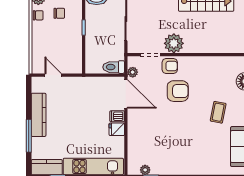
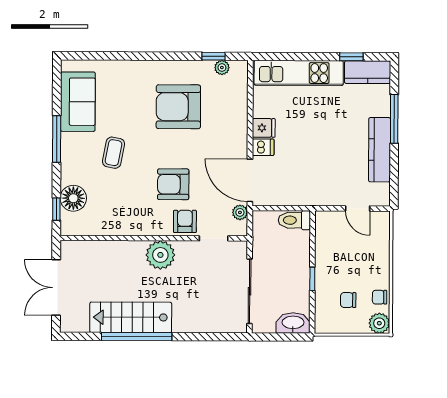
plant: (174, 43) -> (160, 255), moved
armchair: (170, 66) -> (185, 221), turned 90
toilet: (114, 67) -> (294, 220), moved, turned 180
armchair: (174, 143) -> (178, 107), added

